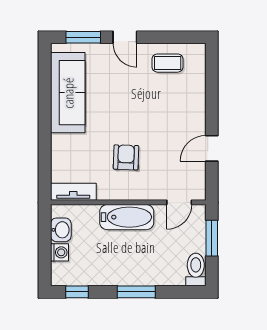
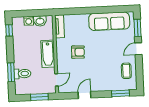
window: (212, 77) -> (121, 93), added
door: (212, 148) -> (84, 95), hinge flipped
door: (179, 202) -> (56, 80), swing flipped
toilet: (196, 269) -> (22, 74), moved
window: (136, 292) -> (11, 72), moved

